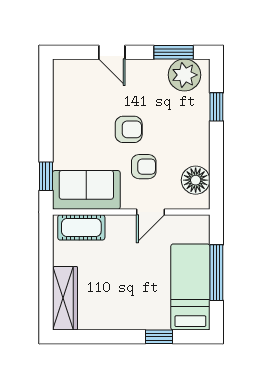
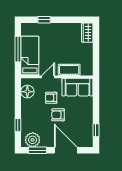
door: (112, 52) -> (66, 150), width x1.87
window: (46, 176) -> (96, 130), moved
cot: (81, 227) -> (69, 70), moved
bed: (190, 287) -> (30, 56), moved, turned 180
wardrobe: (65, 298) -> (87, 33), width x0.67

